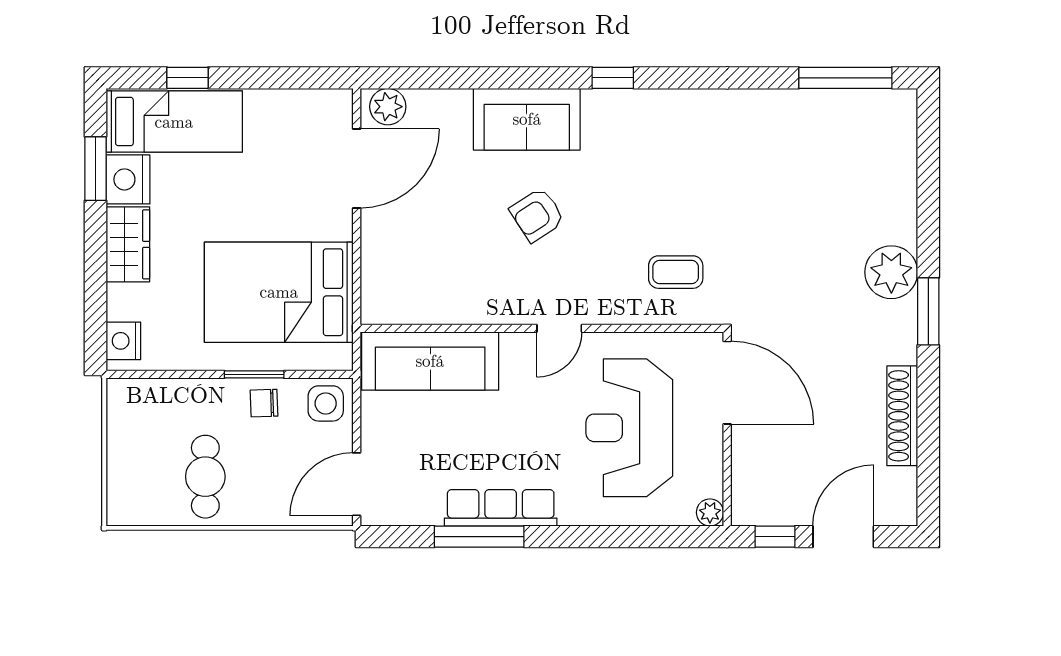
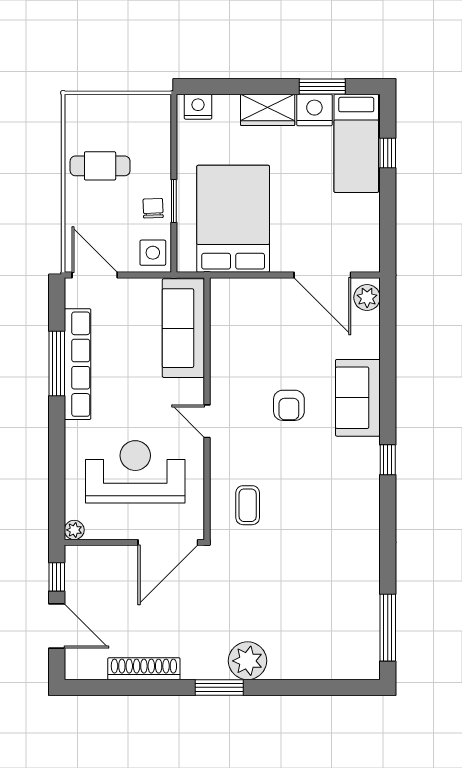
armchair: (537, 215) -> (289, 405), turned -147
row of seats: (501, 508) -> (78, 364), width x1.36

